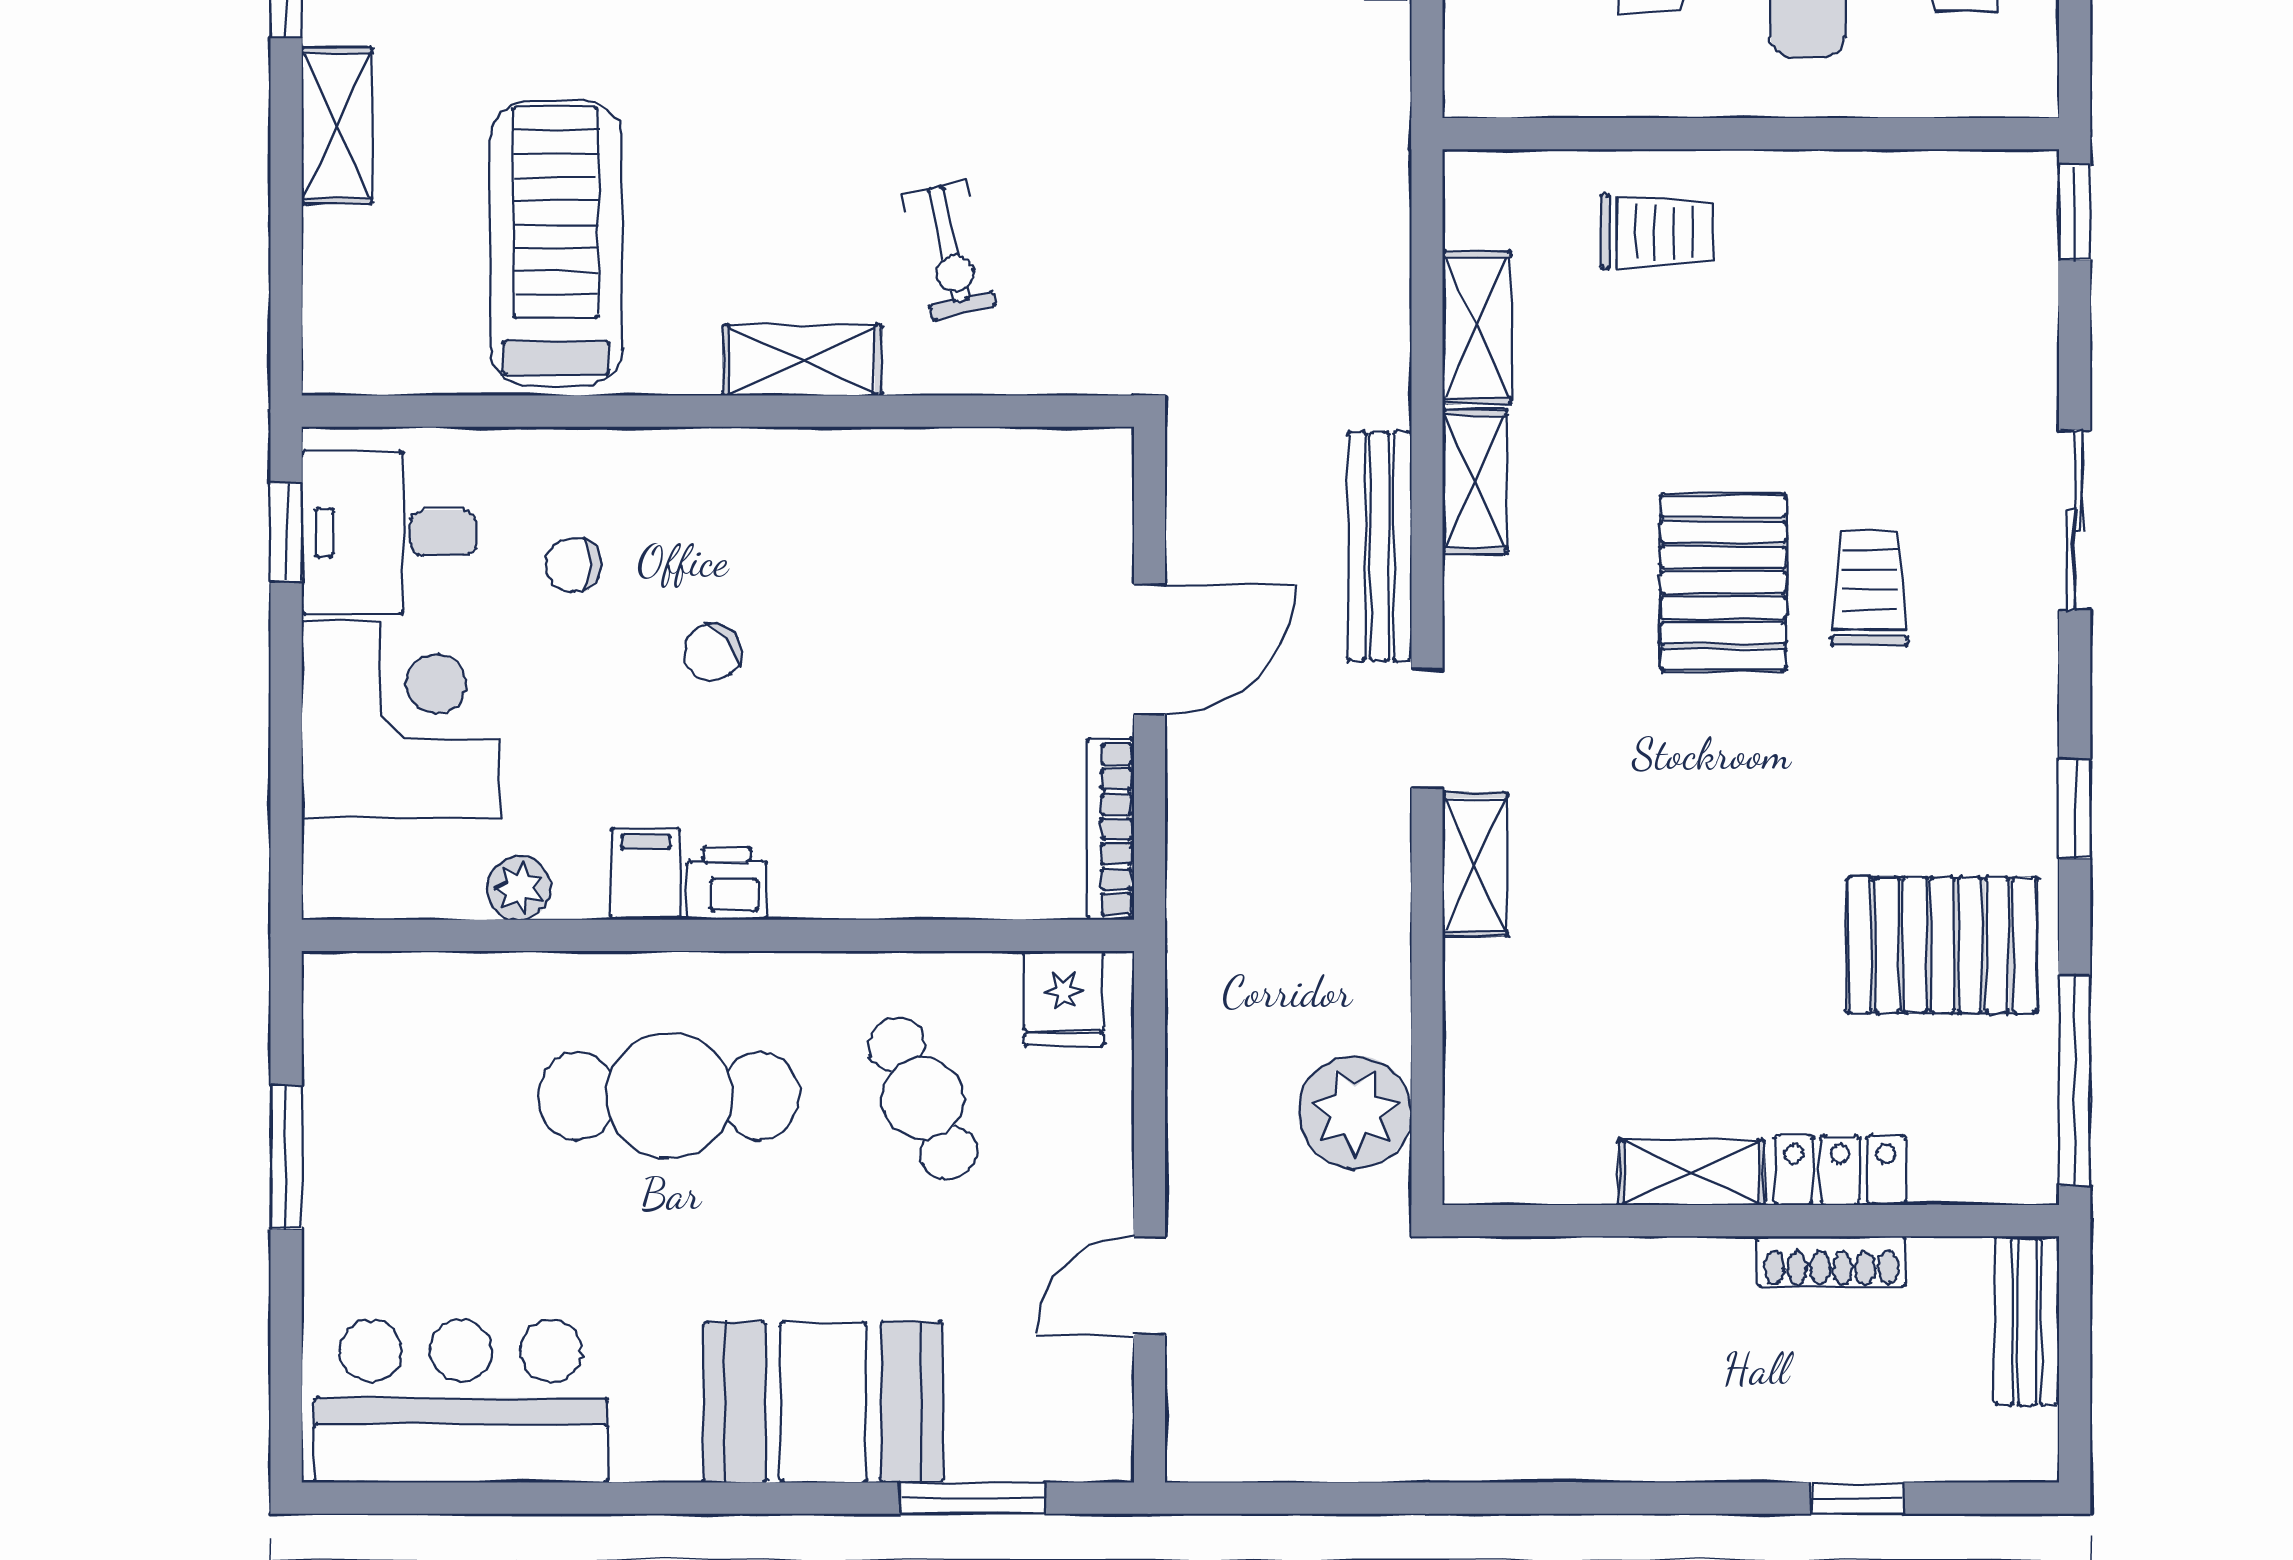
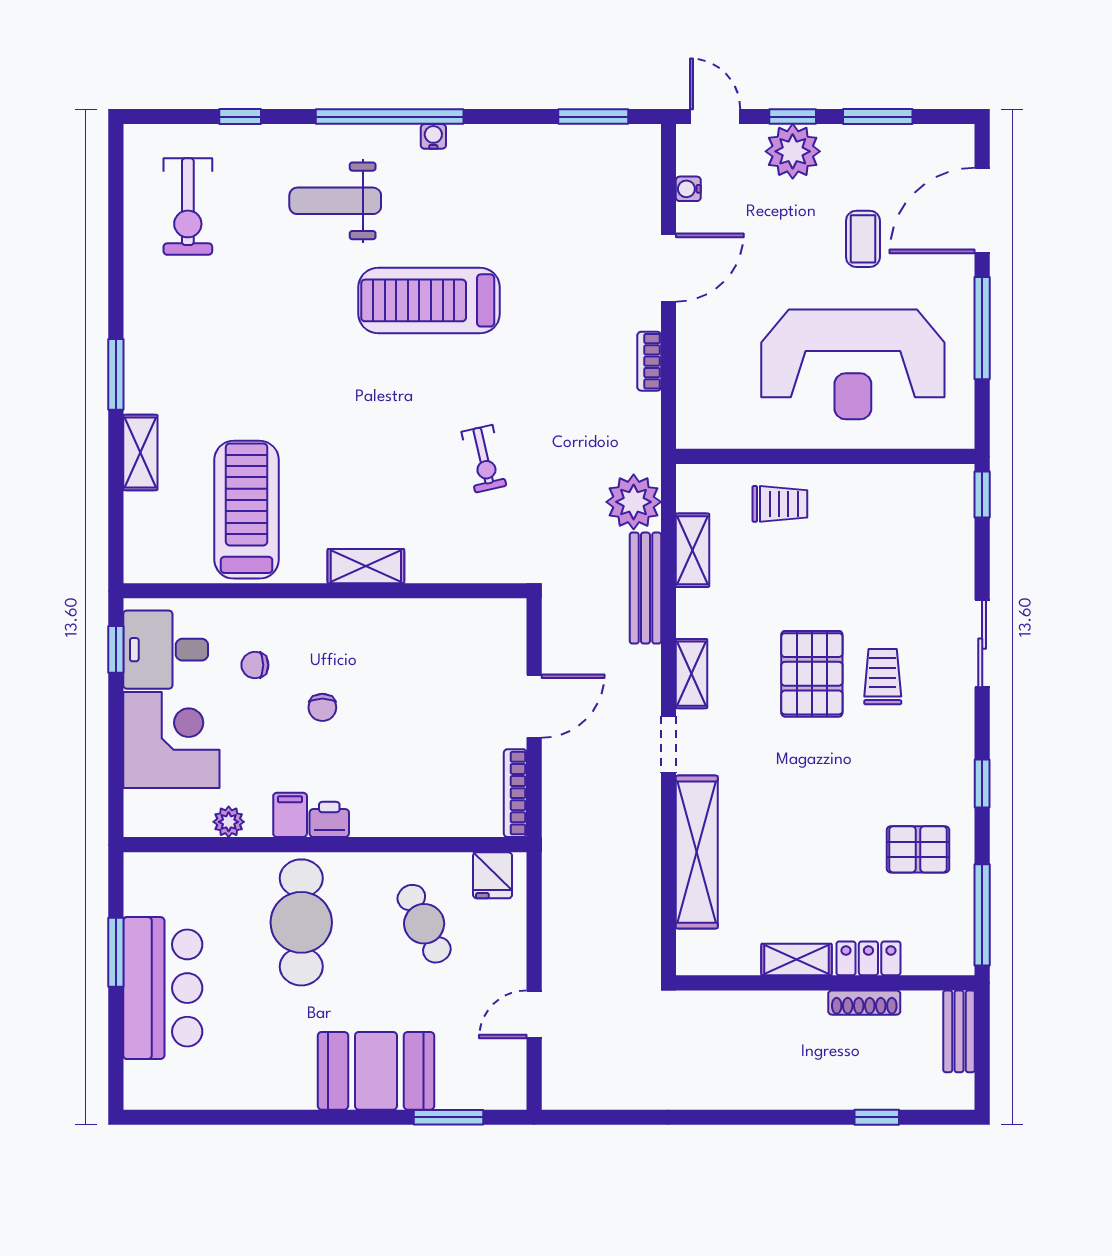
exercise bike: (950, 250) -> (484, 459), moved
shelving: (1475, 481) -> (692, 674), moved
bench: (1380, 546) -> (645, 588), moved
chair: (713, 652) -> (322, 707), turned -49
shelving: (1475, 864) -> (697, 852), width x2.20, depth x1.33
pallet: (1942, 945) -> (918, 849), width x0.67, depth x0.71
cafe table: (669, 1096) -> (301, 922), turned 90
plant: (1355, 1112) -> (634, 502), moved
bar counter: (461, 1401) -> (163, 988), moved, turned 90

